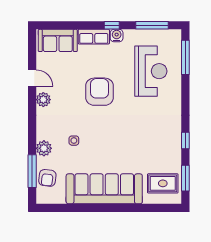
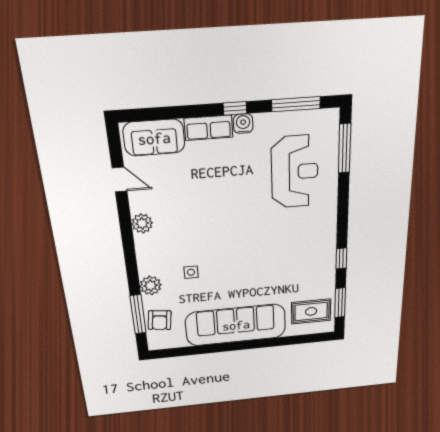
door: (32, 78) -> (119, 179), moved
armchair: (99, 92) -> (222, 206), removed

